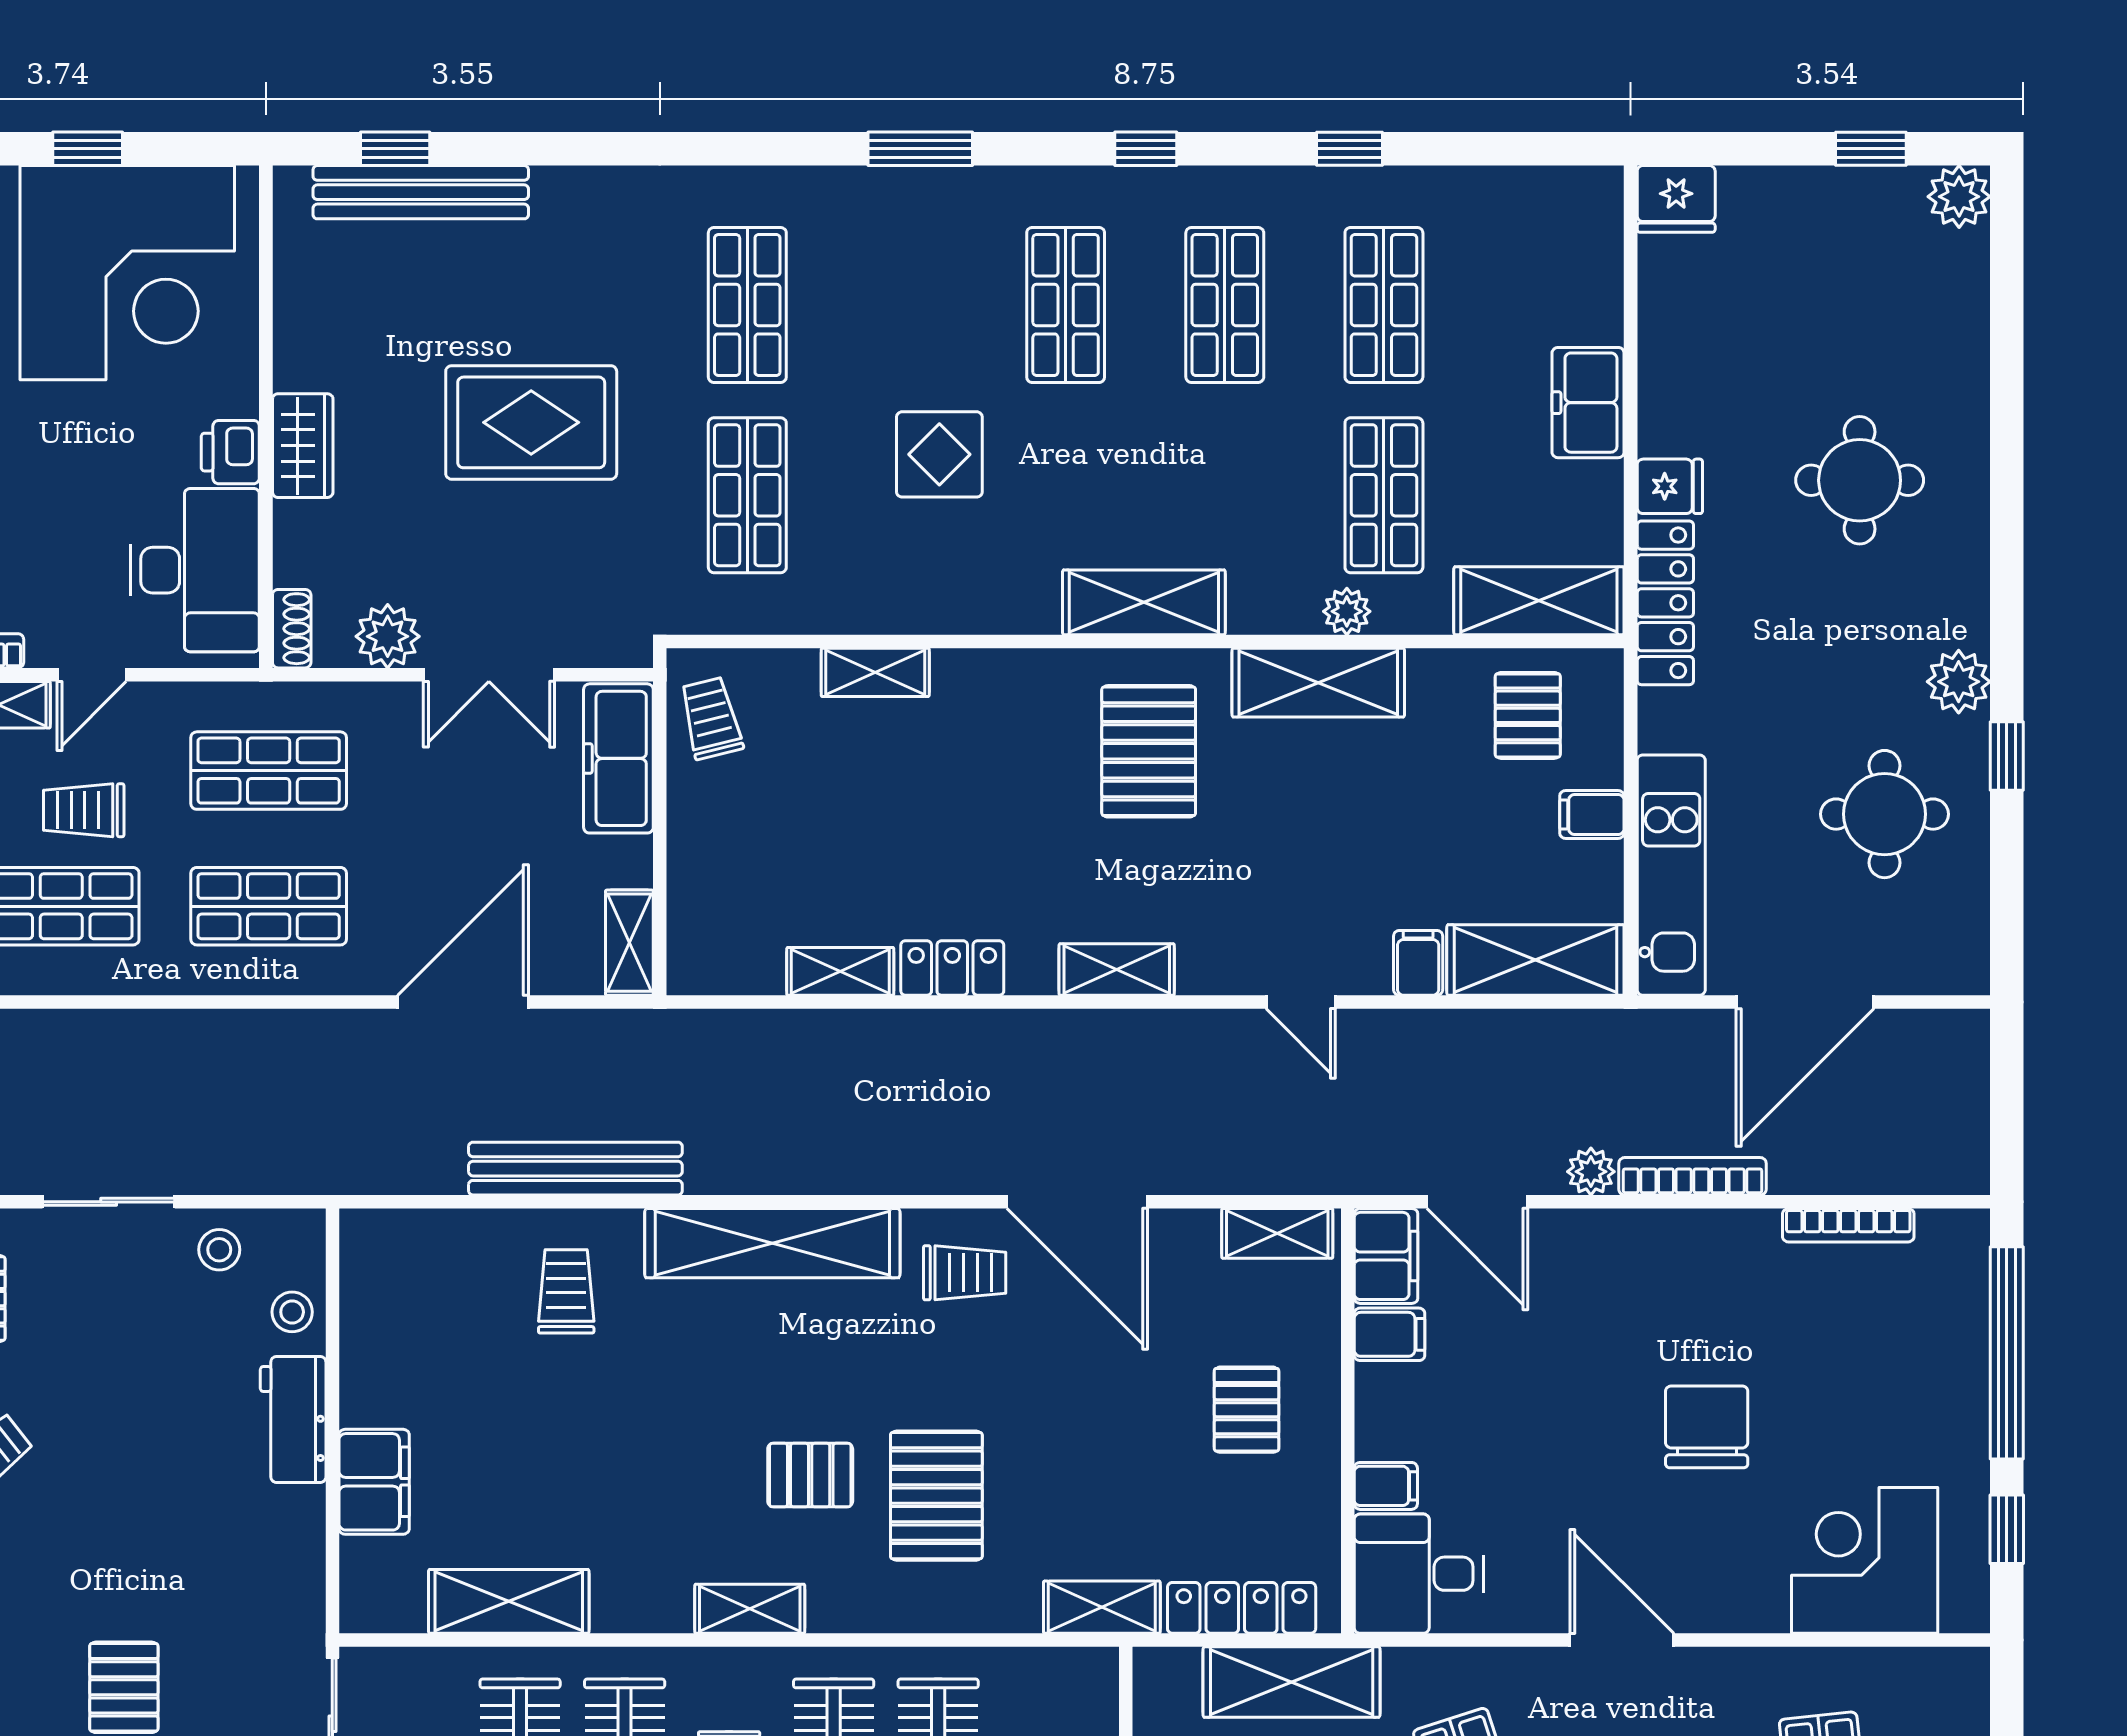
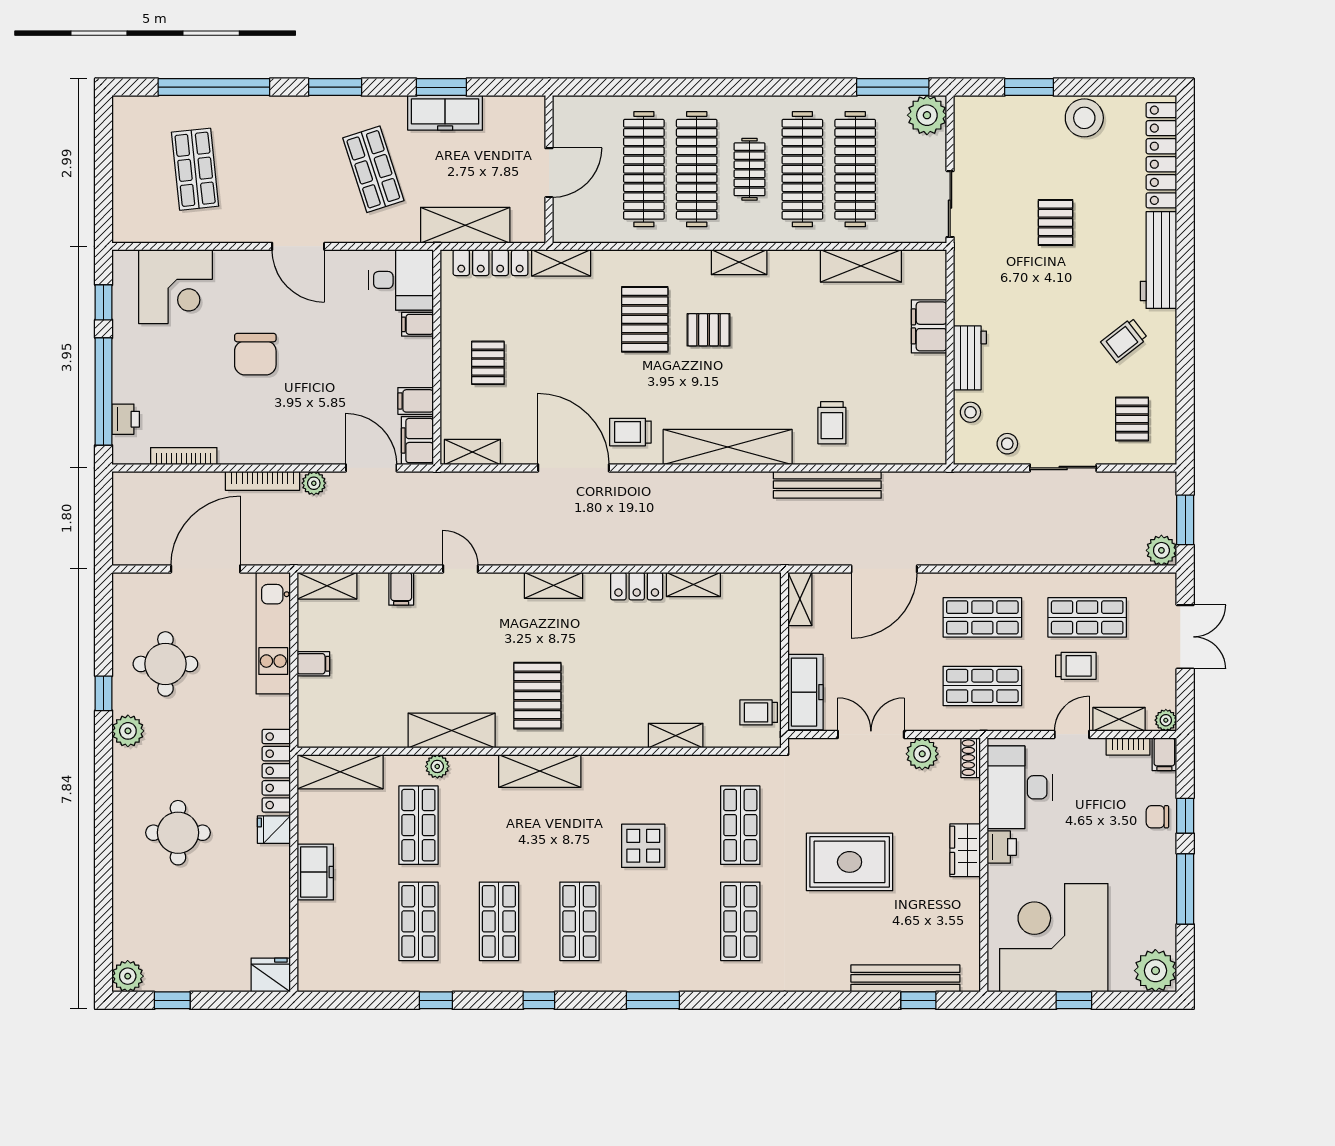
pallet: (1528, 715) -> (346, 714), removed
trolley: (711, 718) -> (759, 712), turned 104
shelving: (1535, 960) -> (327, 586), width x0.67, depth x0.75
printer: (1963, 1298) -> (126, 419), added

